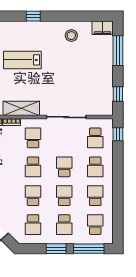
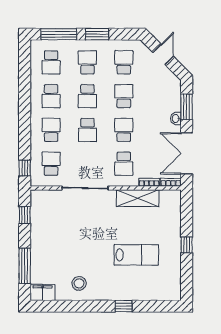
school desk: (33, 196) -> (124, 96), turned 180

